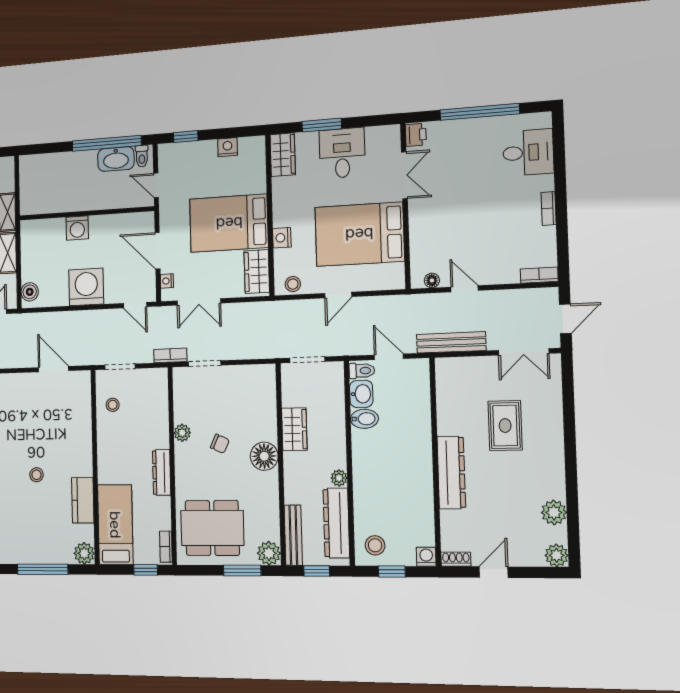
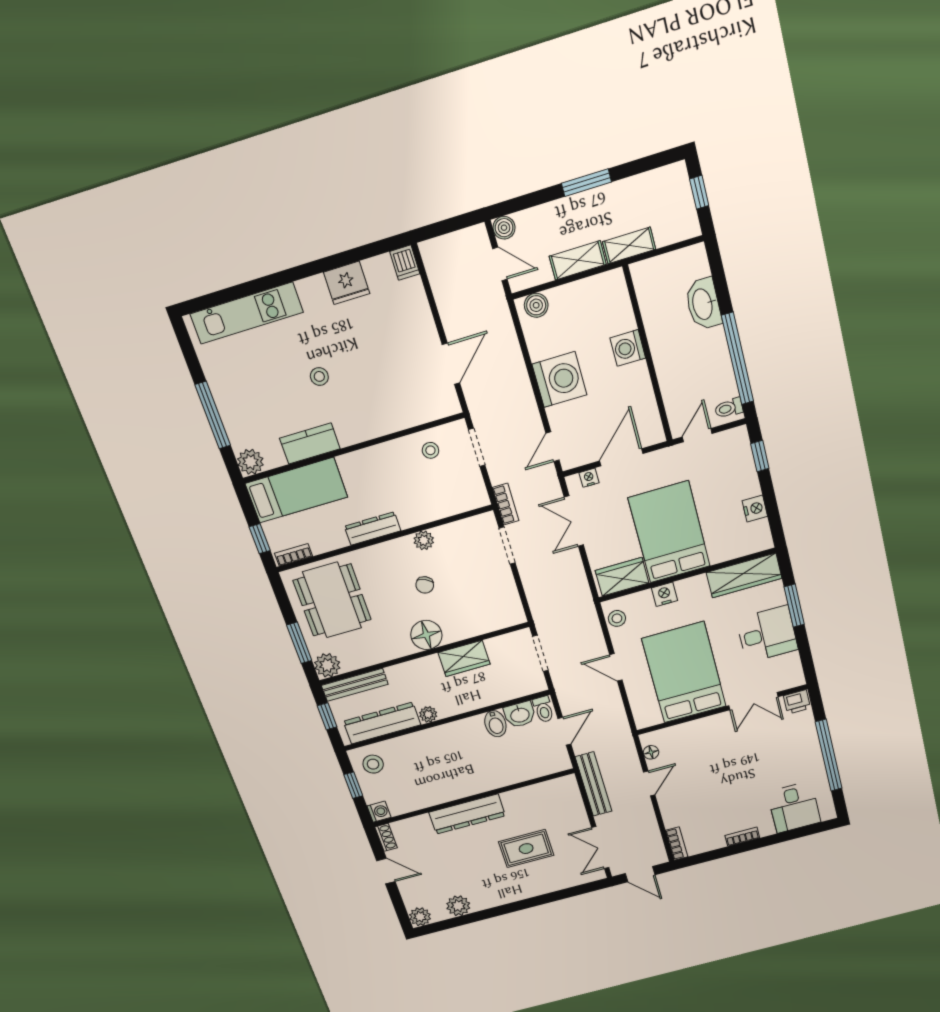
wardrobe: (283, 155) -> (744, 575), width x1.50
washbasin: (116, 159) -> (703, 304), moved

